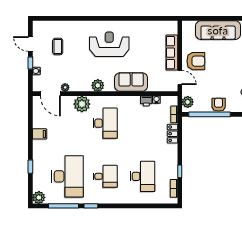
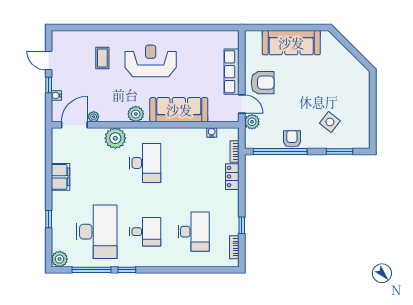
coffee table: (58, 46) -> (102, 58), moved
sofa: (131, 82) -> (179, 110), width x1.36
door: (50, 94) -> (74, 125), swing flipped
printer: (146, 101) -> (198, 134), removed
plant: (188, 102) -> (252, 122), moved
filing cabinet: (40, 134) -> (60, 177), width x2.00

